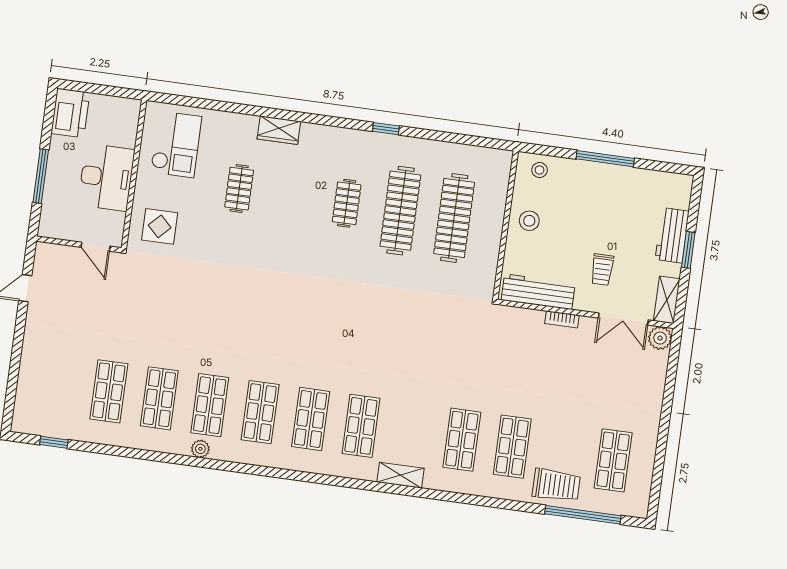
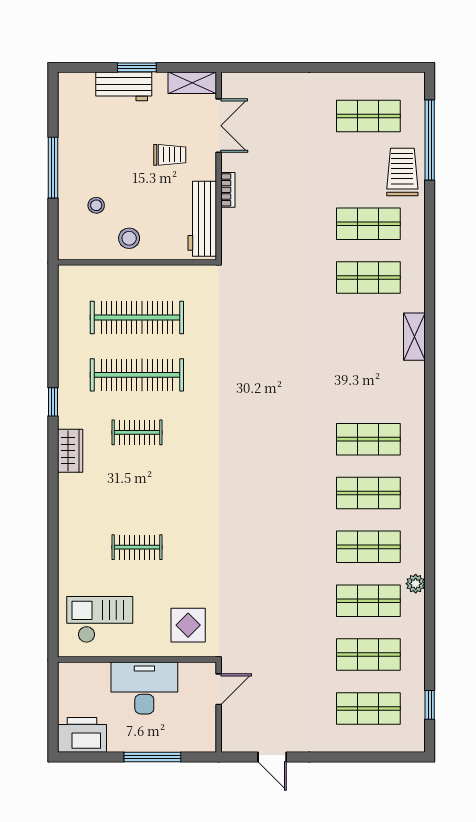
wardrobe: (279, 130) -> (70, 451), moved
stool: (540, 170) -> (96, 205), moved
plant: (660, 338) -> (233, 84), removed
shop shelf: (361, 426) -> (368, 708), moved
plant: (200, 449) -> (416, 584), moved

